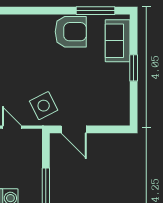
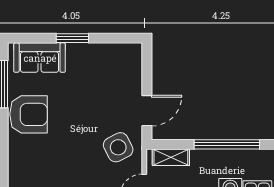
armchair: (71, 32) -> (29, 114), turned 90
shelving: (35, 149) -> (171, 157), added

